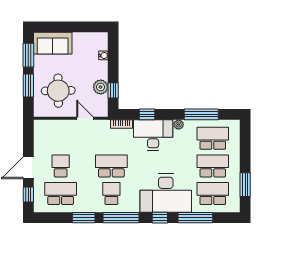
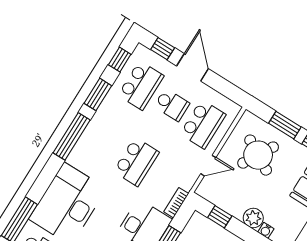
plant: (101, 87) -> (253, 218), moved
round table: (58, 91) -> (258, 155), turned 31
school desk: (111, 194) -> (203, 124), moved, width x1.85
window: (160, 218) -> (120, 59), moved

